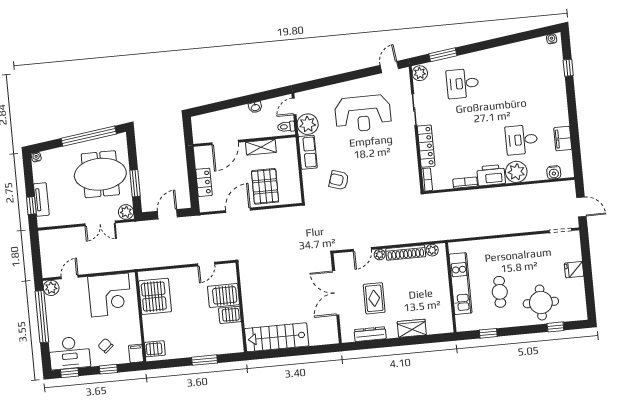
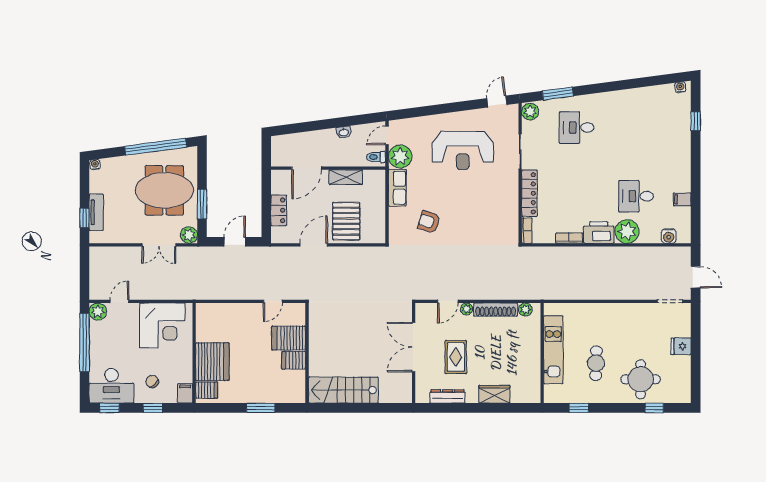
filing cabinet: (563, 139) -> (682, 199), width x0.50
server rack: (155, 296) -> (212, 362), moved

